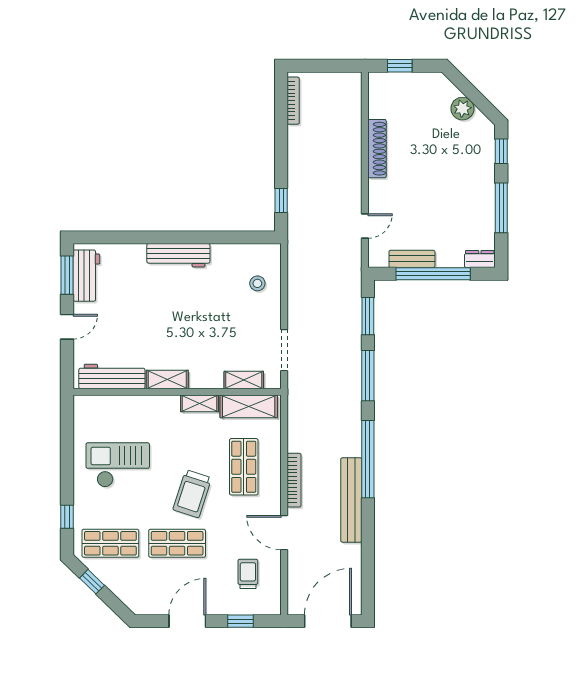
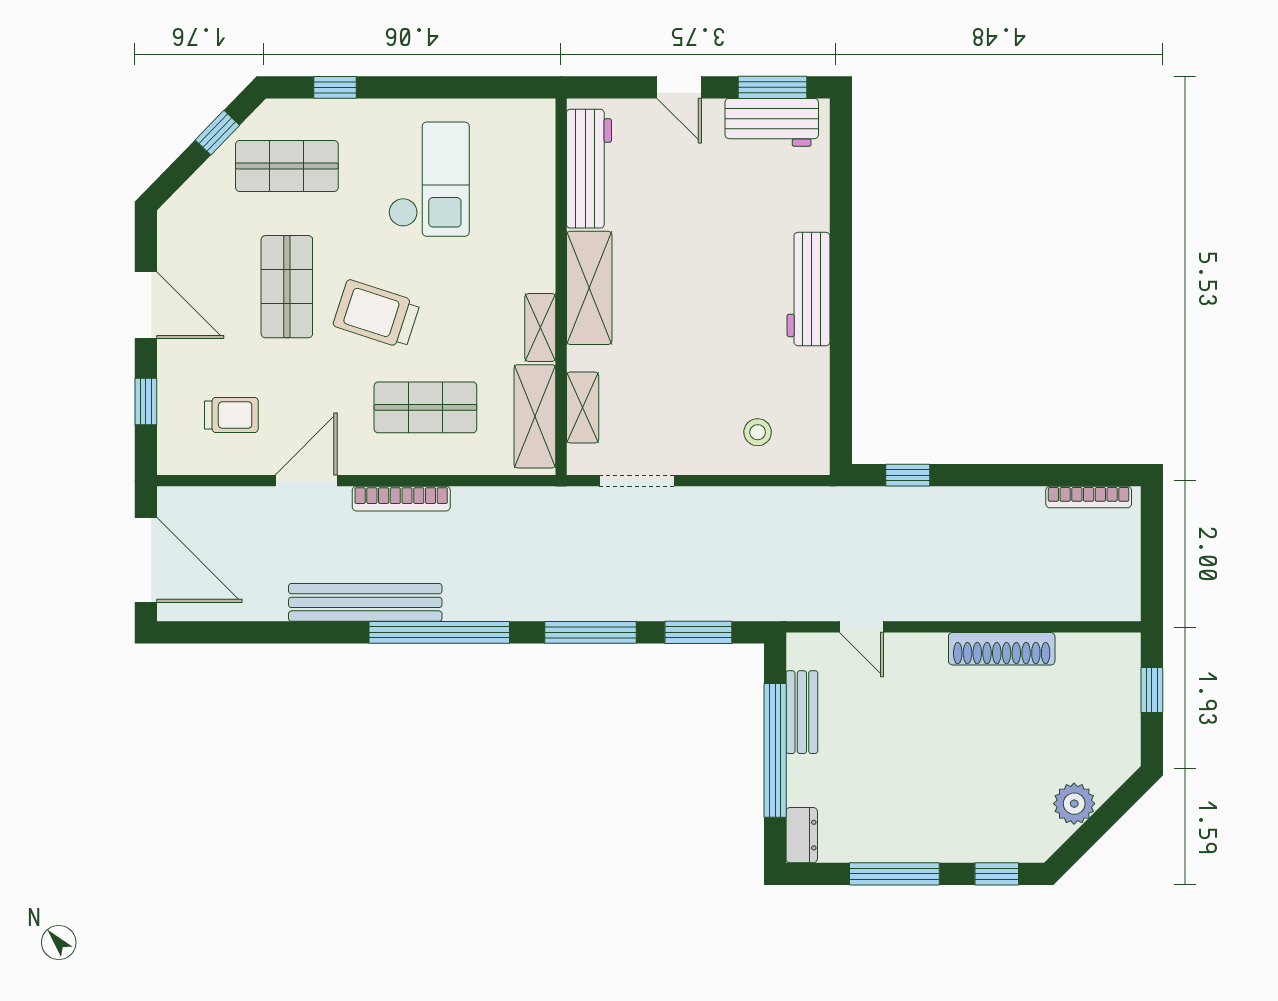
shelving: (167, 379) -> (589, 288), width x1.50, depth x1.33
shop shelf: (110, 543) -> (287, 166), turned 90

